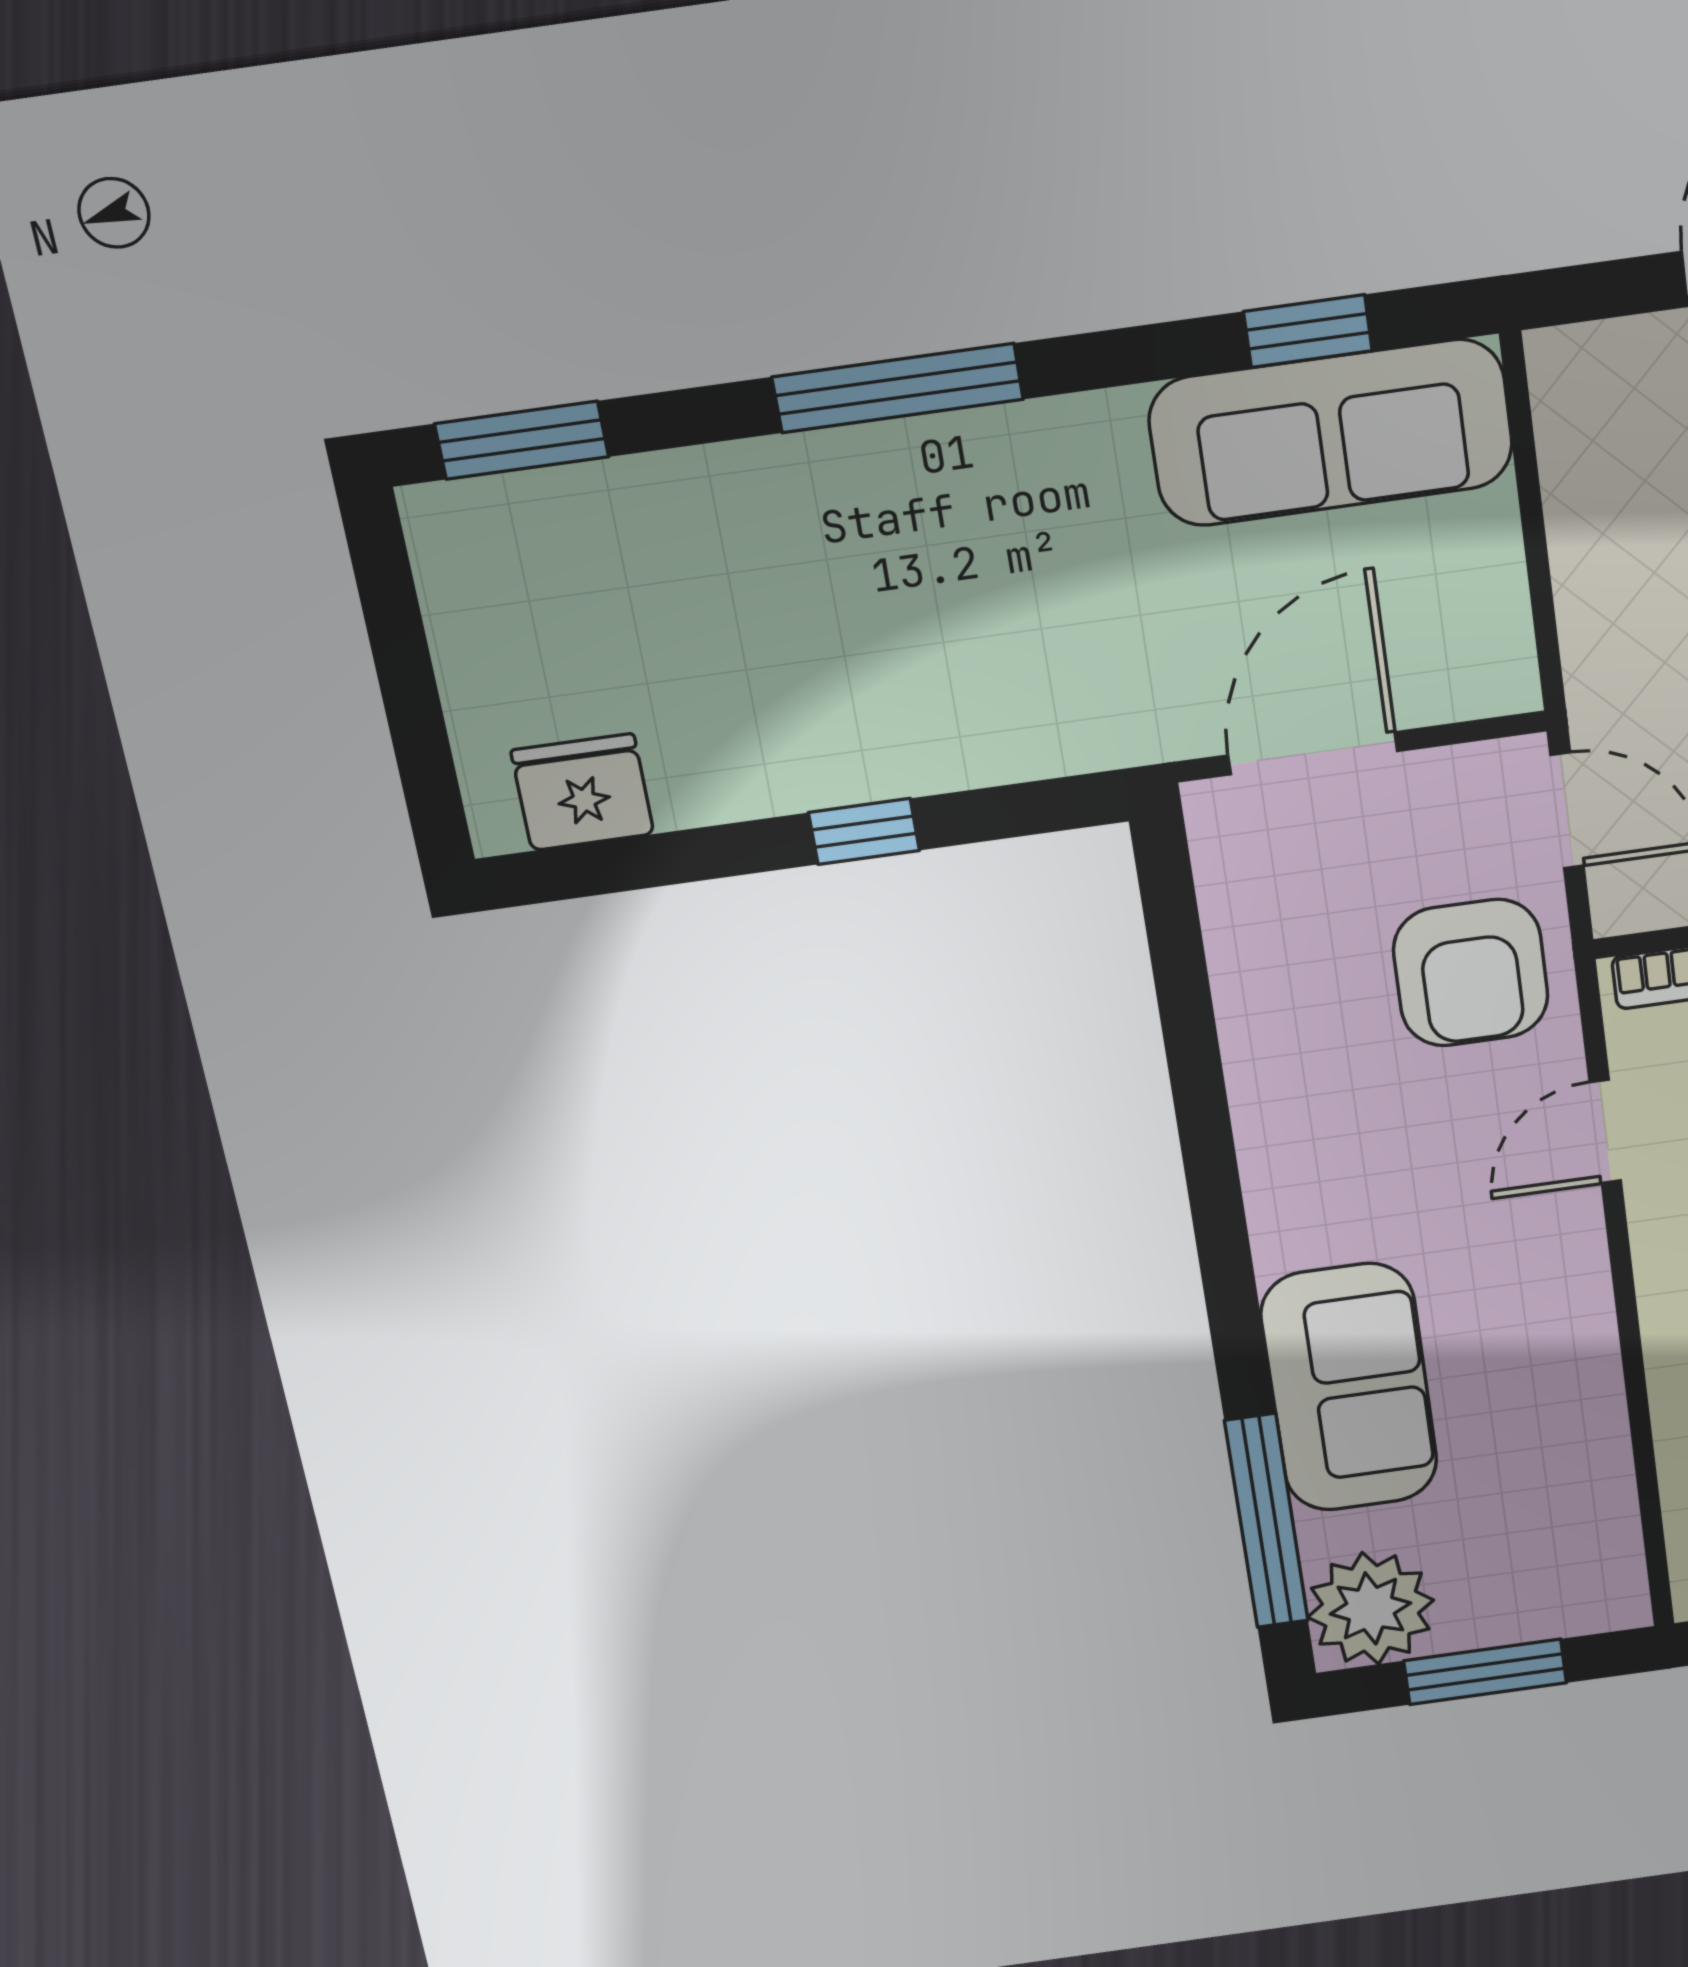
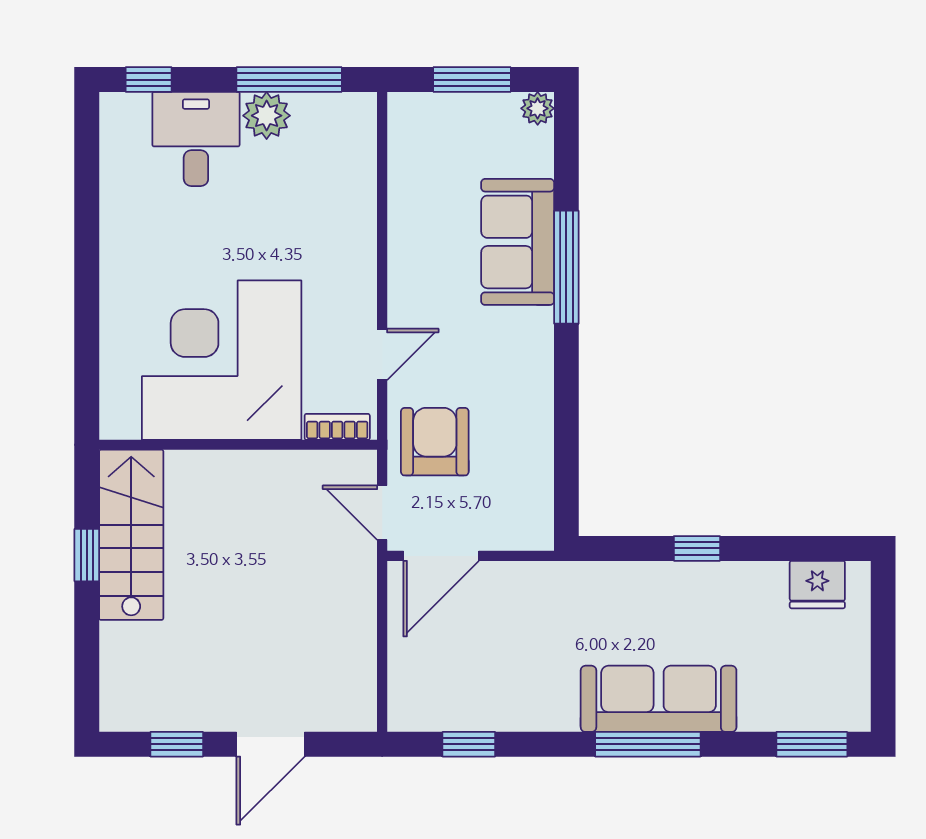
sofa: (1331, 433) -> (659, 699), moved
door: (1313, 753) -> (441, 556), moved
window: (1267, 1521) -> (566, 267), moved
plant: (1370, 1609) -> (538, 108), width x0.53, depth x0.53

